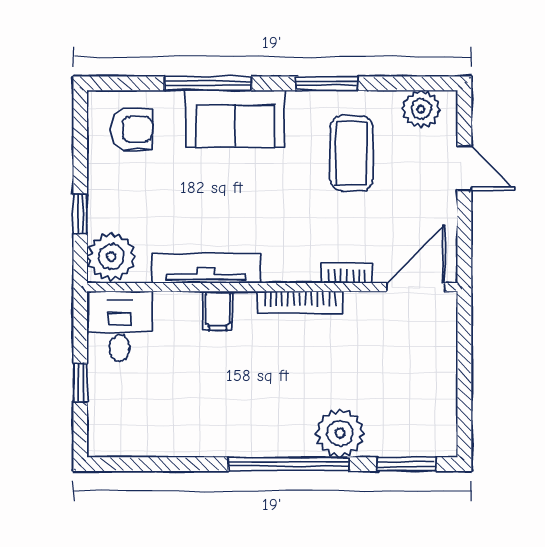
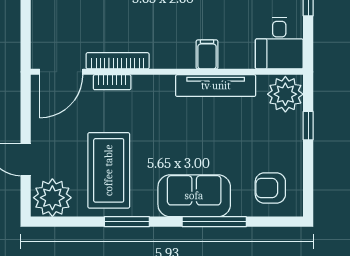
plant: (421, 109) -> (52, 198), width x1.36, depth x1.36
coffee table: (351, 153) -> (109, 170), width x1.36, depth x1.32
bookcase: (300, 302) -> (118, 61), moved

